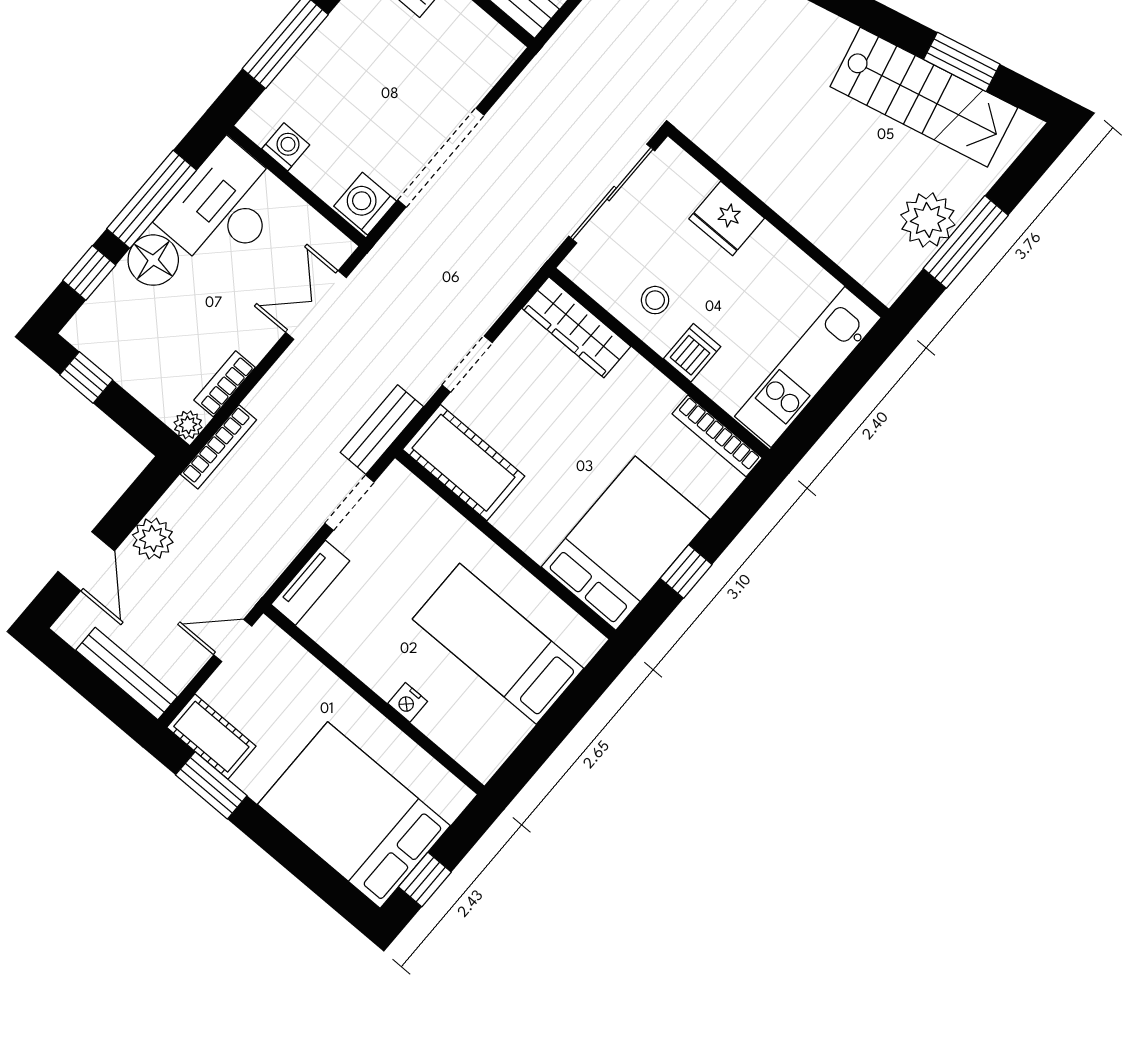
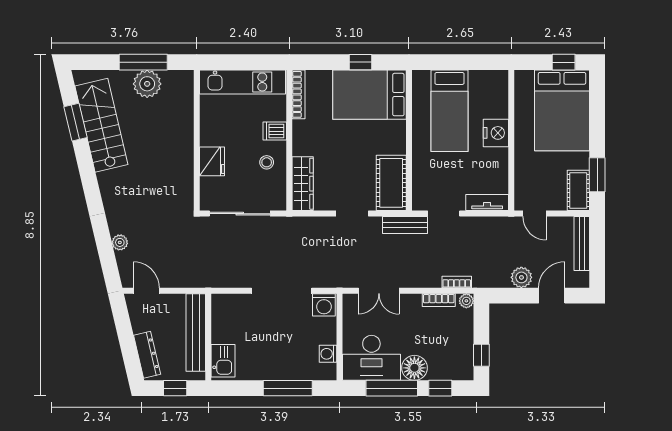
bookcase: (218, 447) -> (457, 282), width x0.64
nightstand: (408, 702) -> (496, 133), width x1.89, depth x1.79

